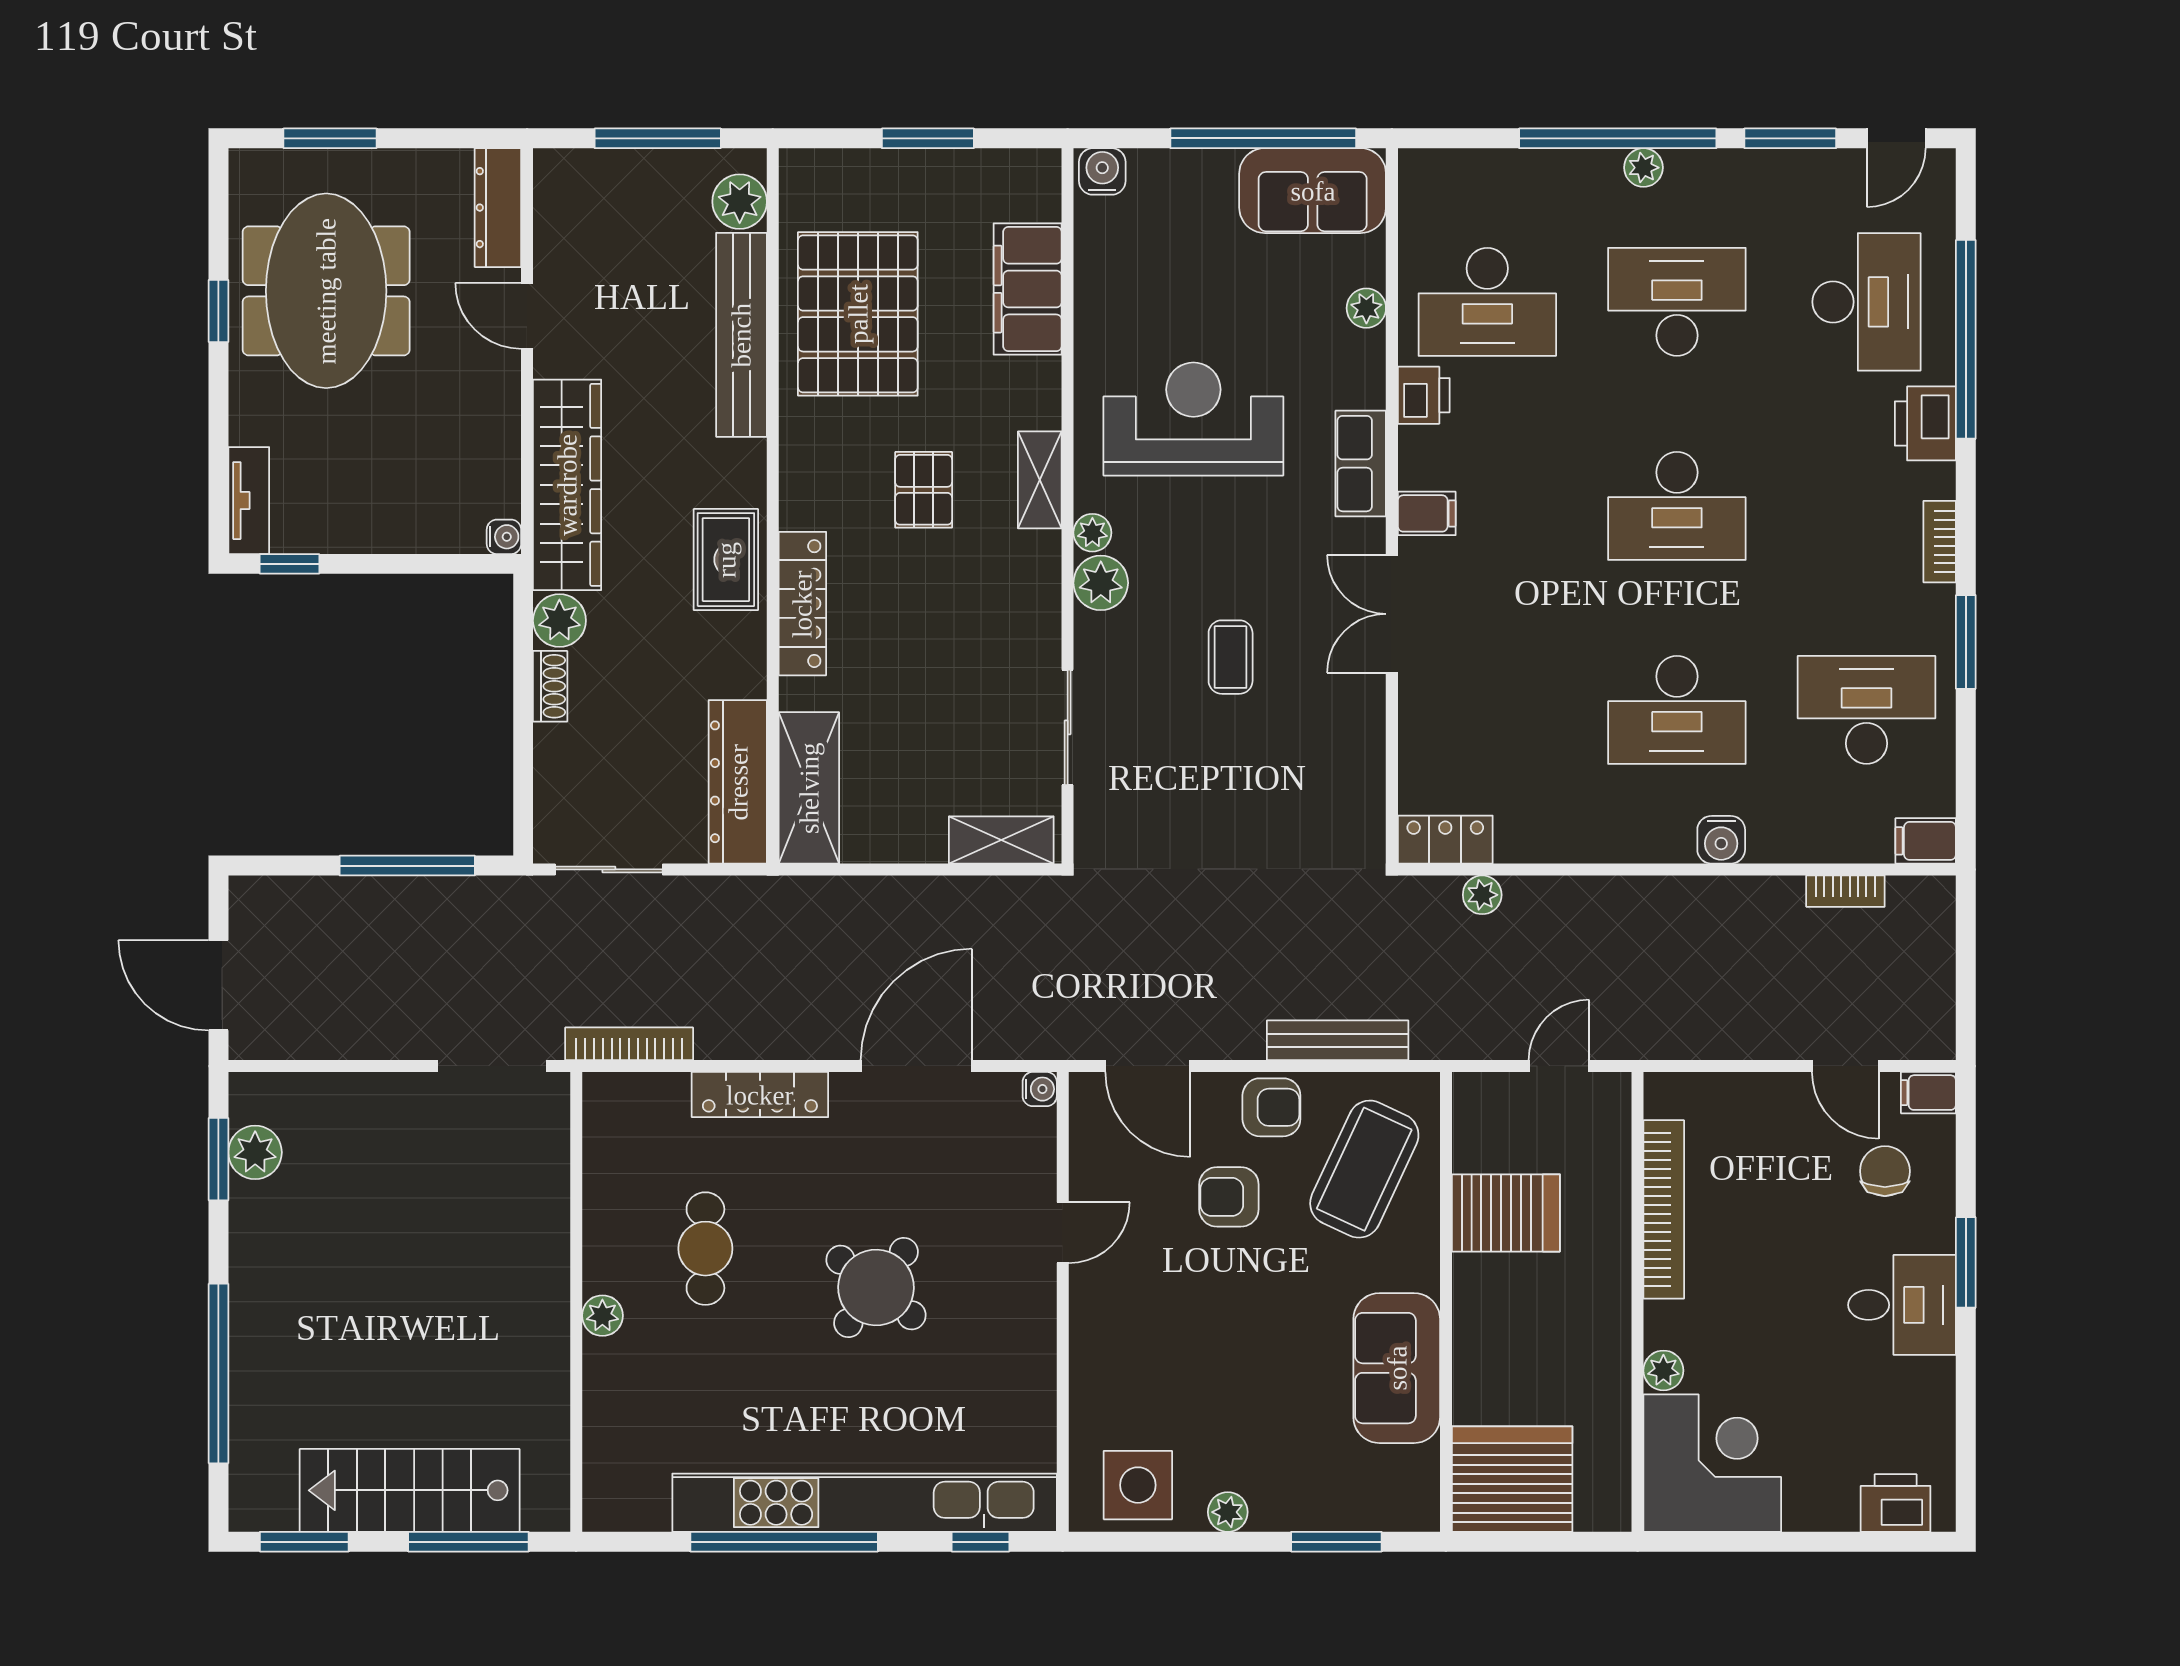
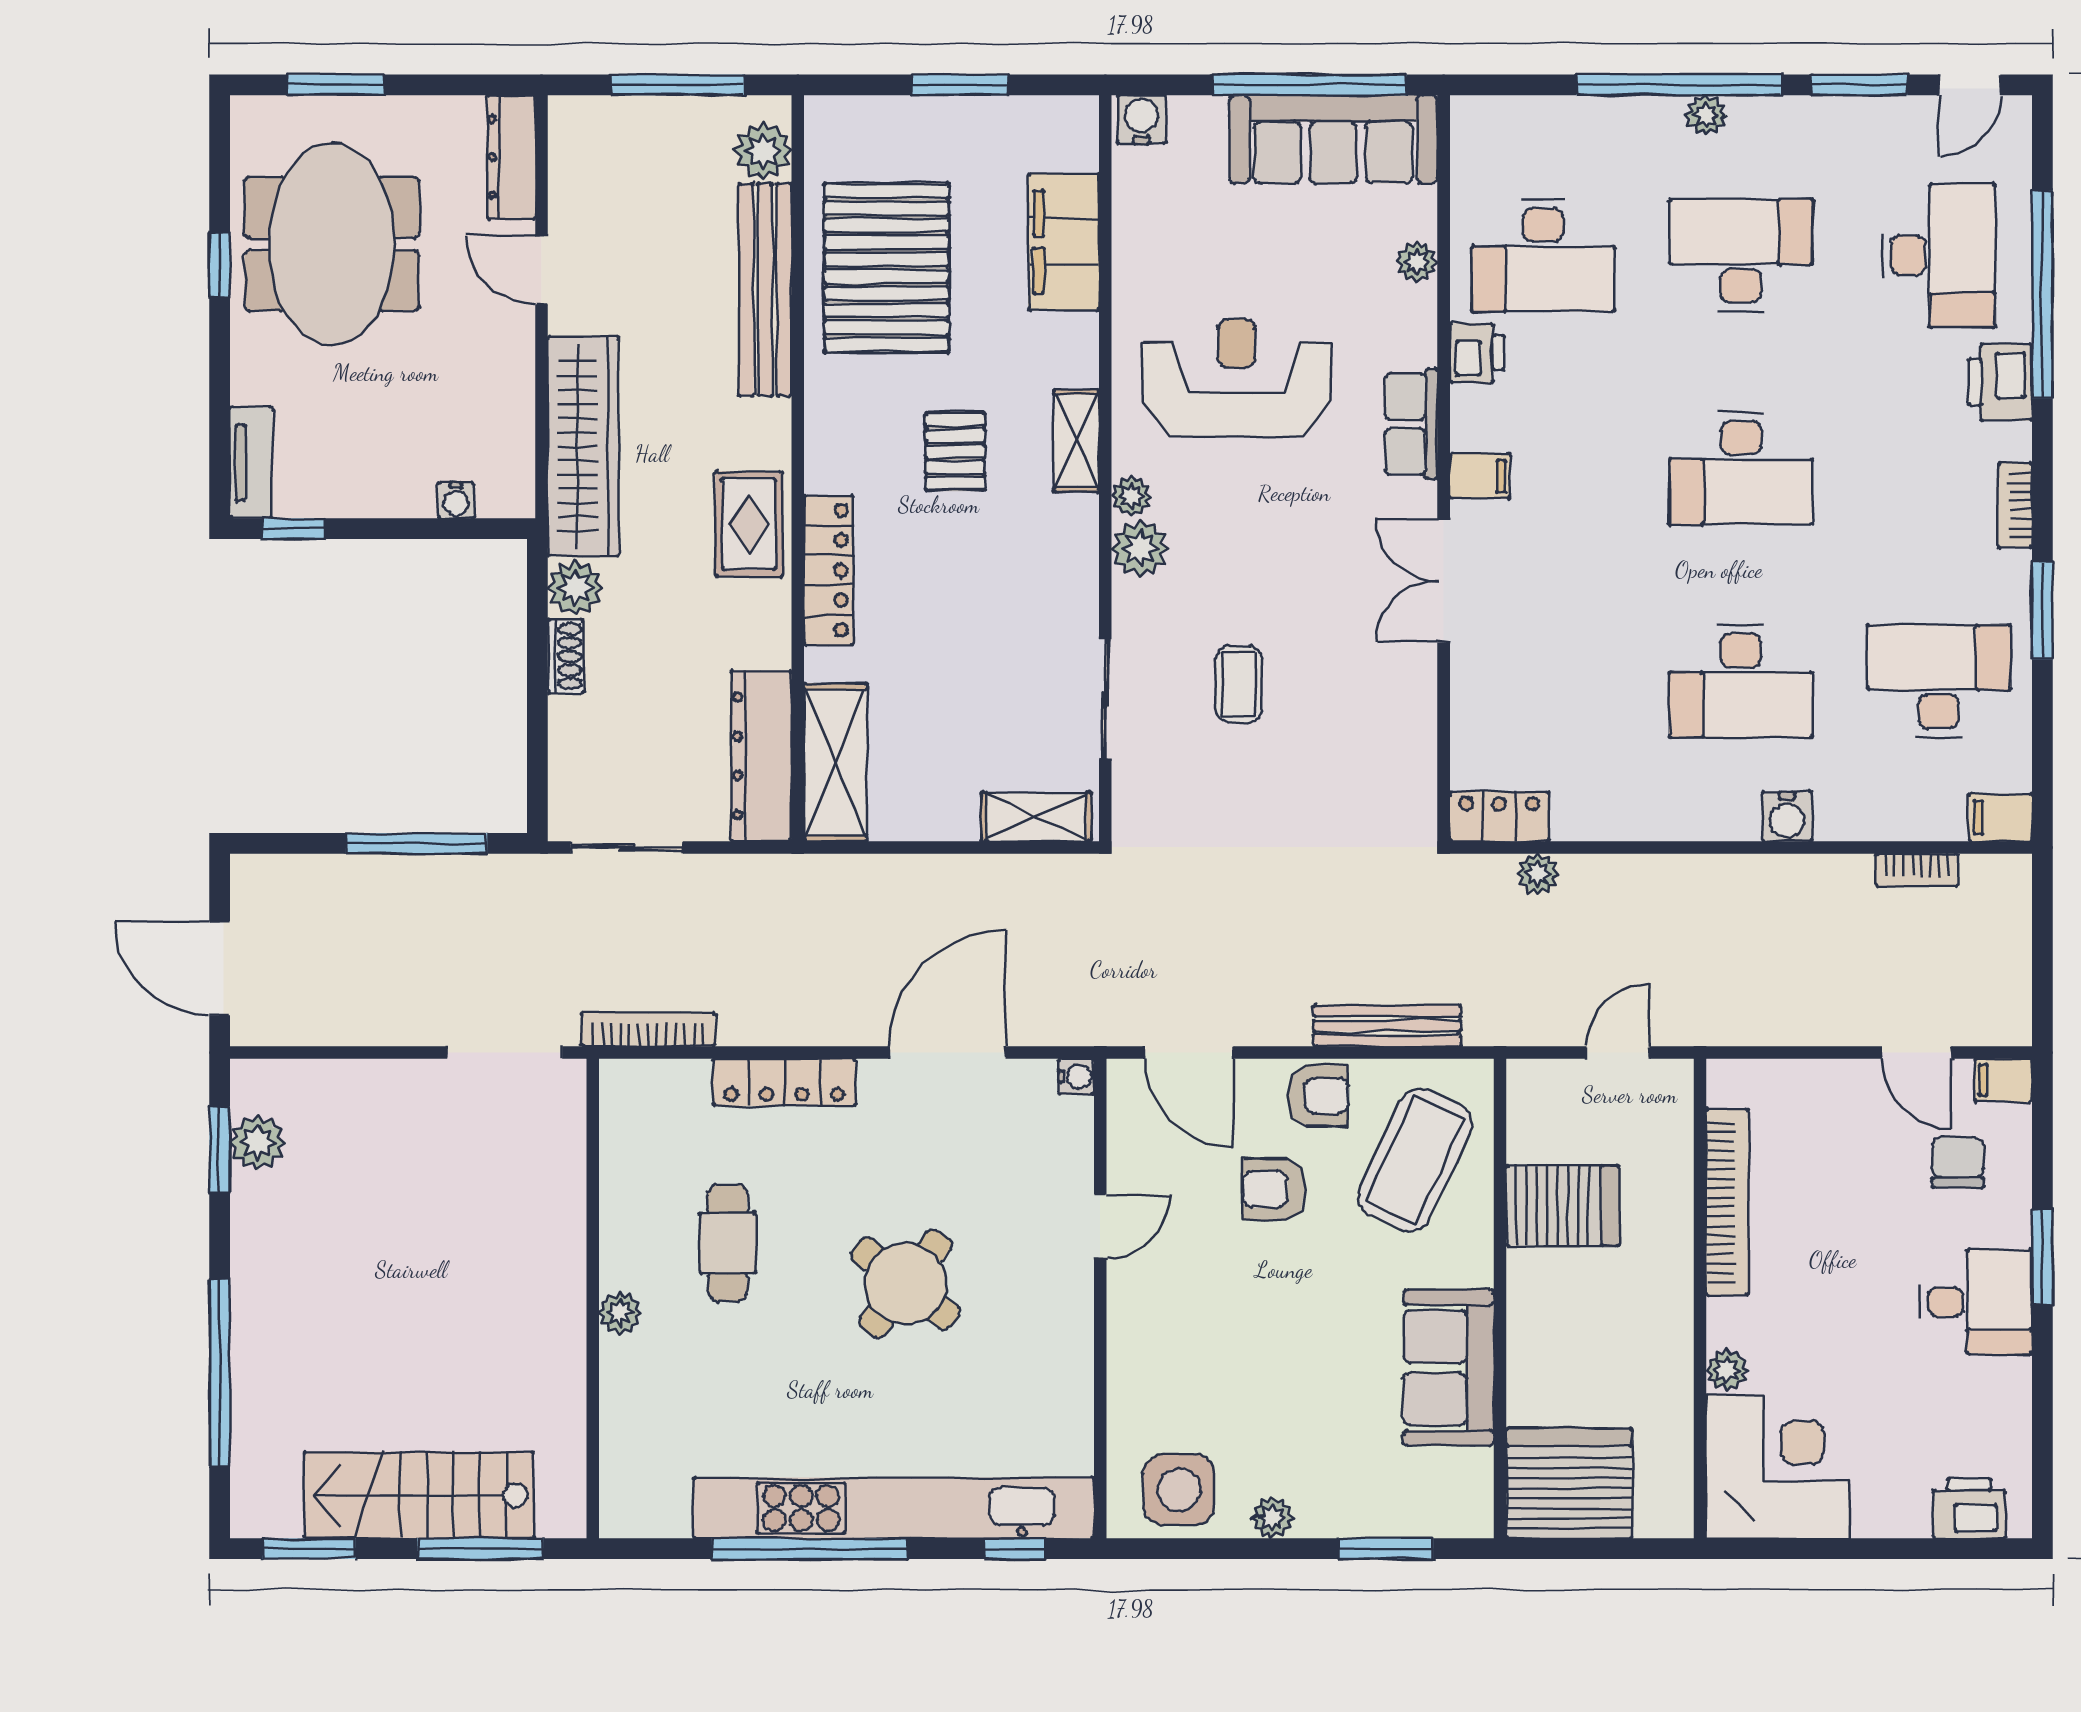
sofa: (1313, 191) -> (1333, 139), width x1.36
water cooler: (504, 537) -> (456, 500), moved, turned 90
coffee table: (1231, 657) -> (1239, 684), moved

